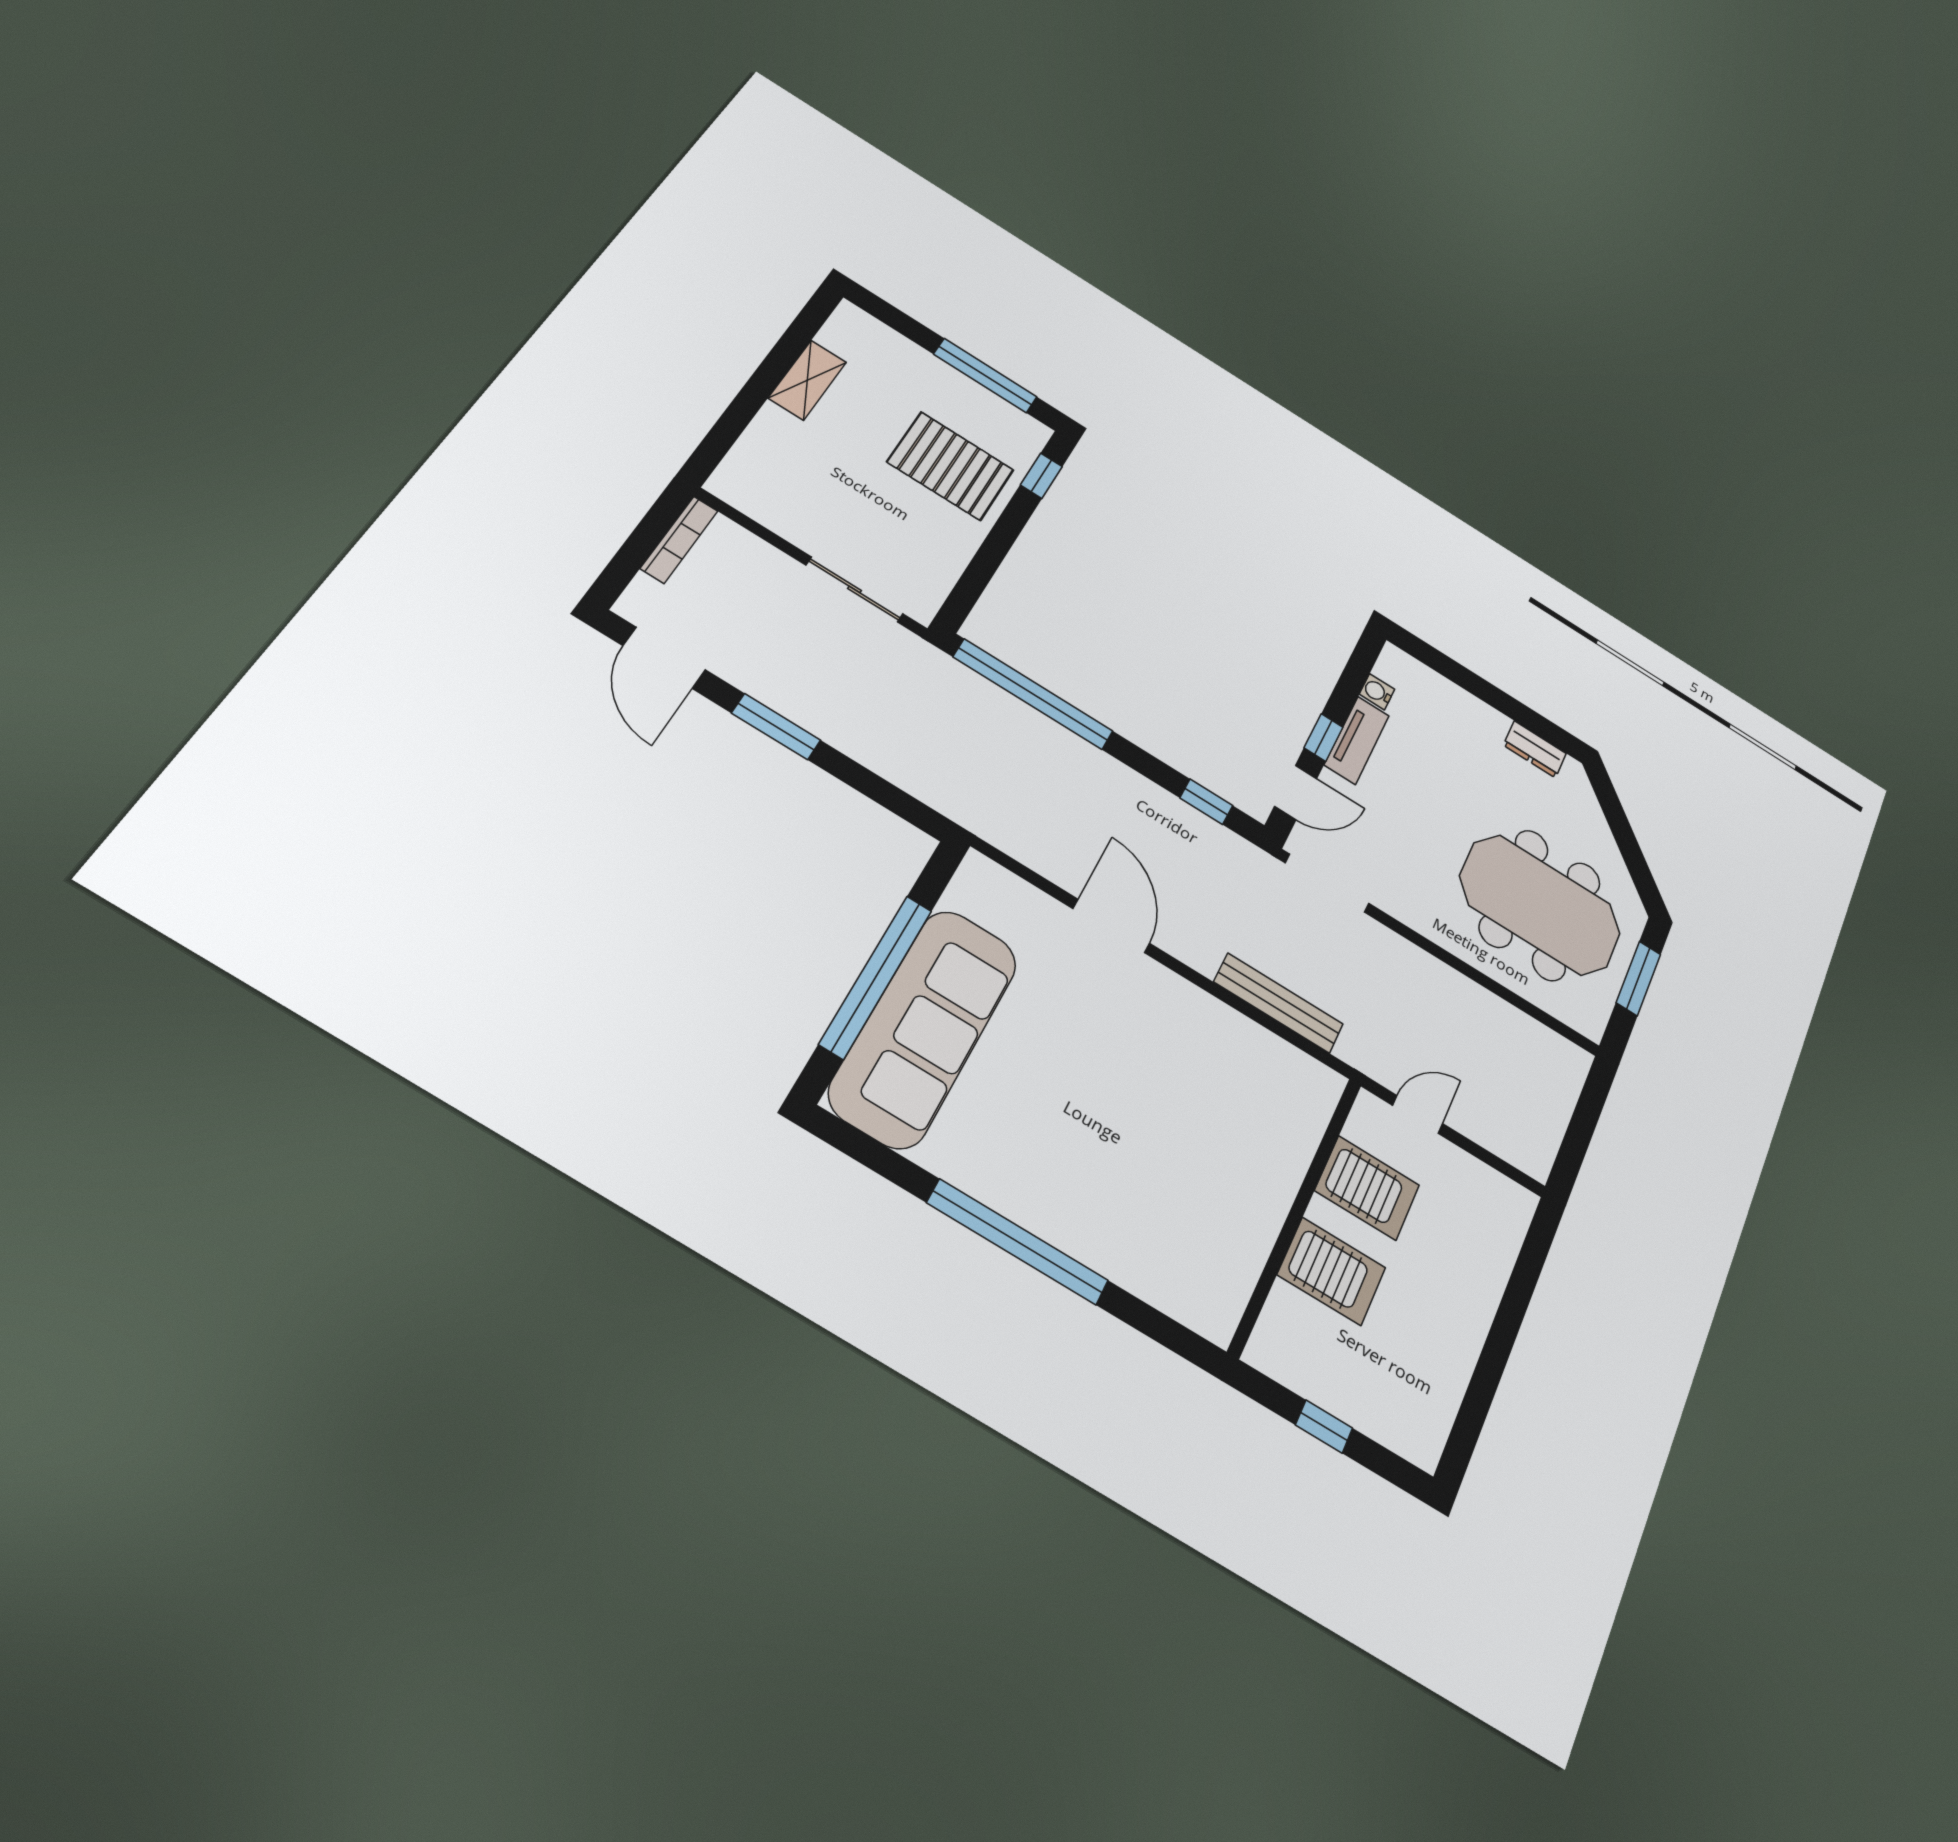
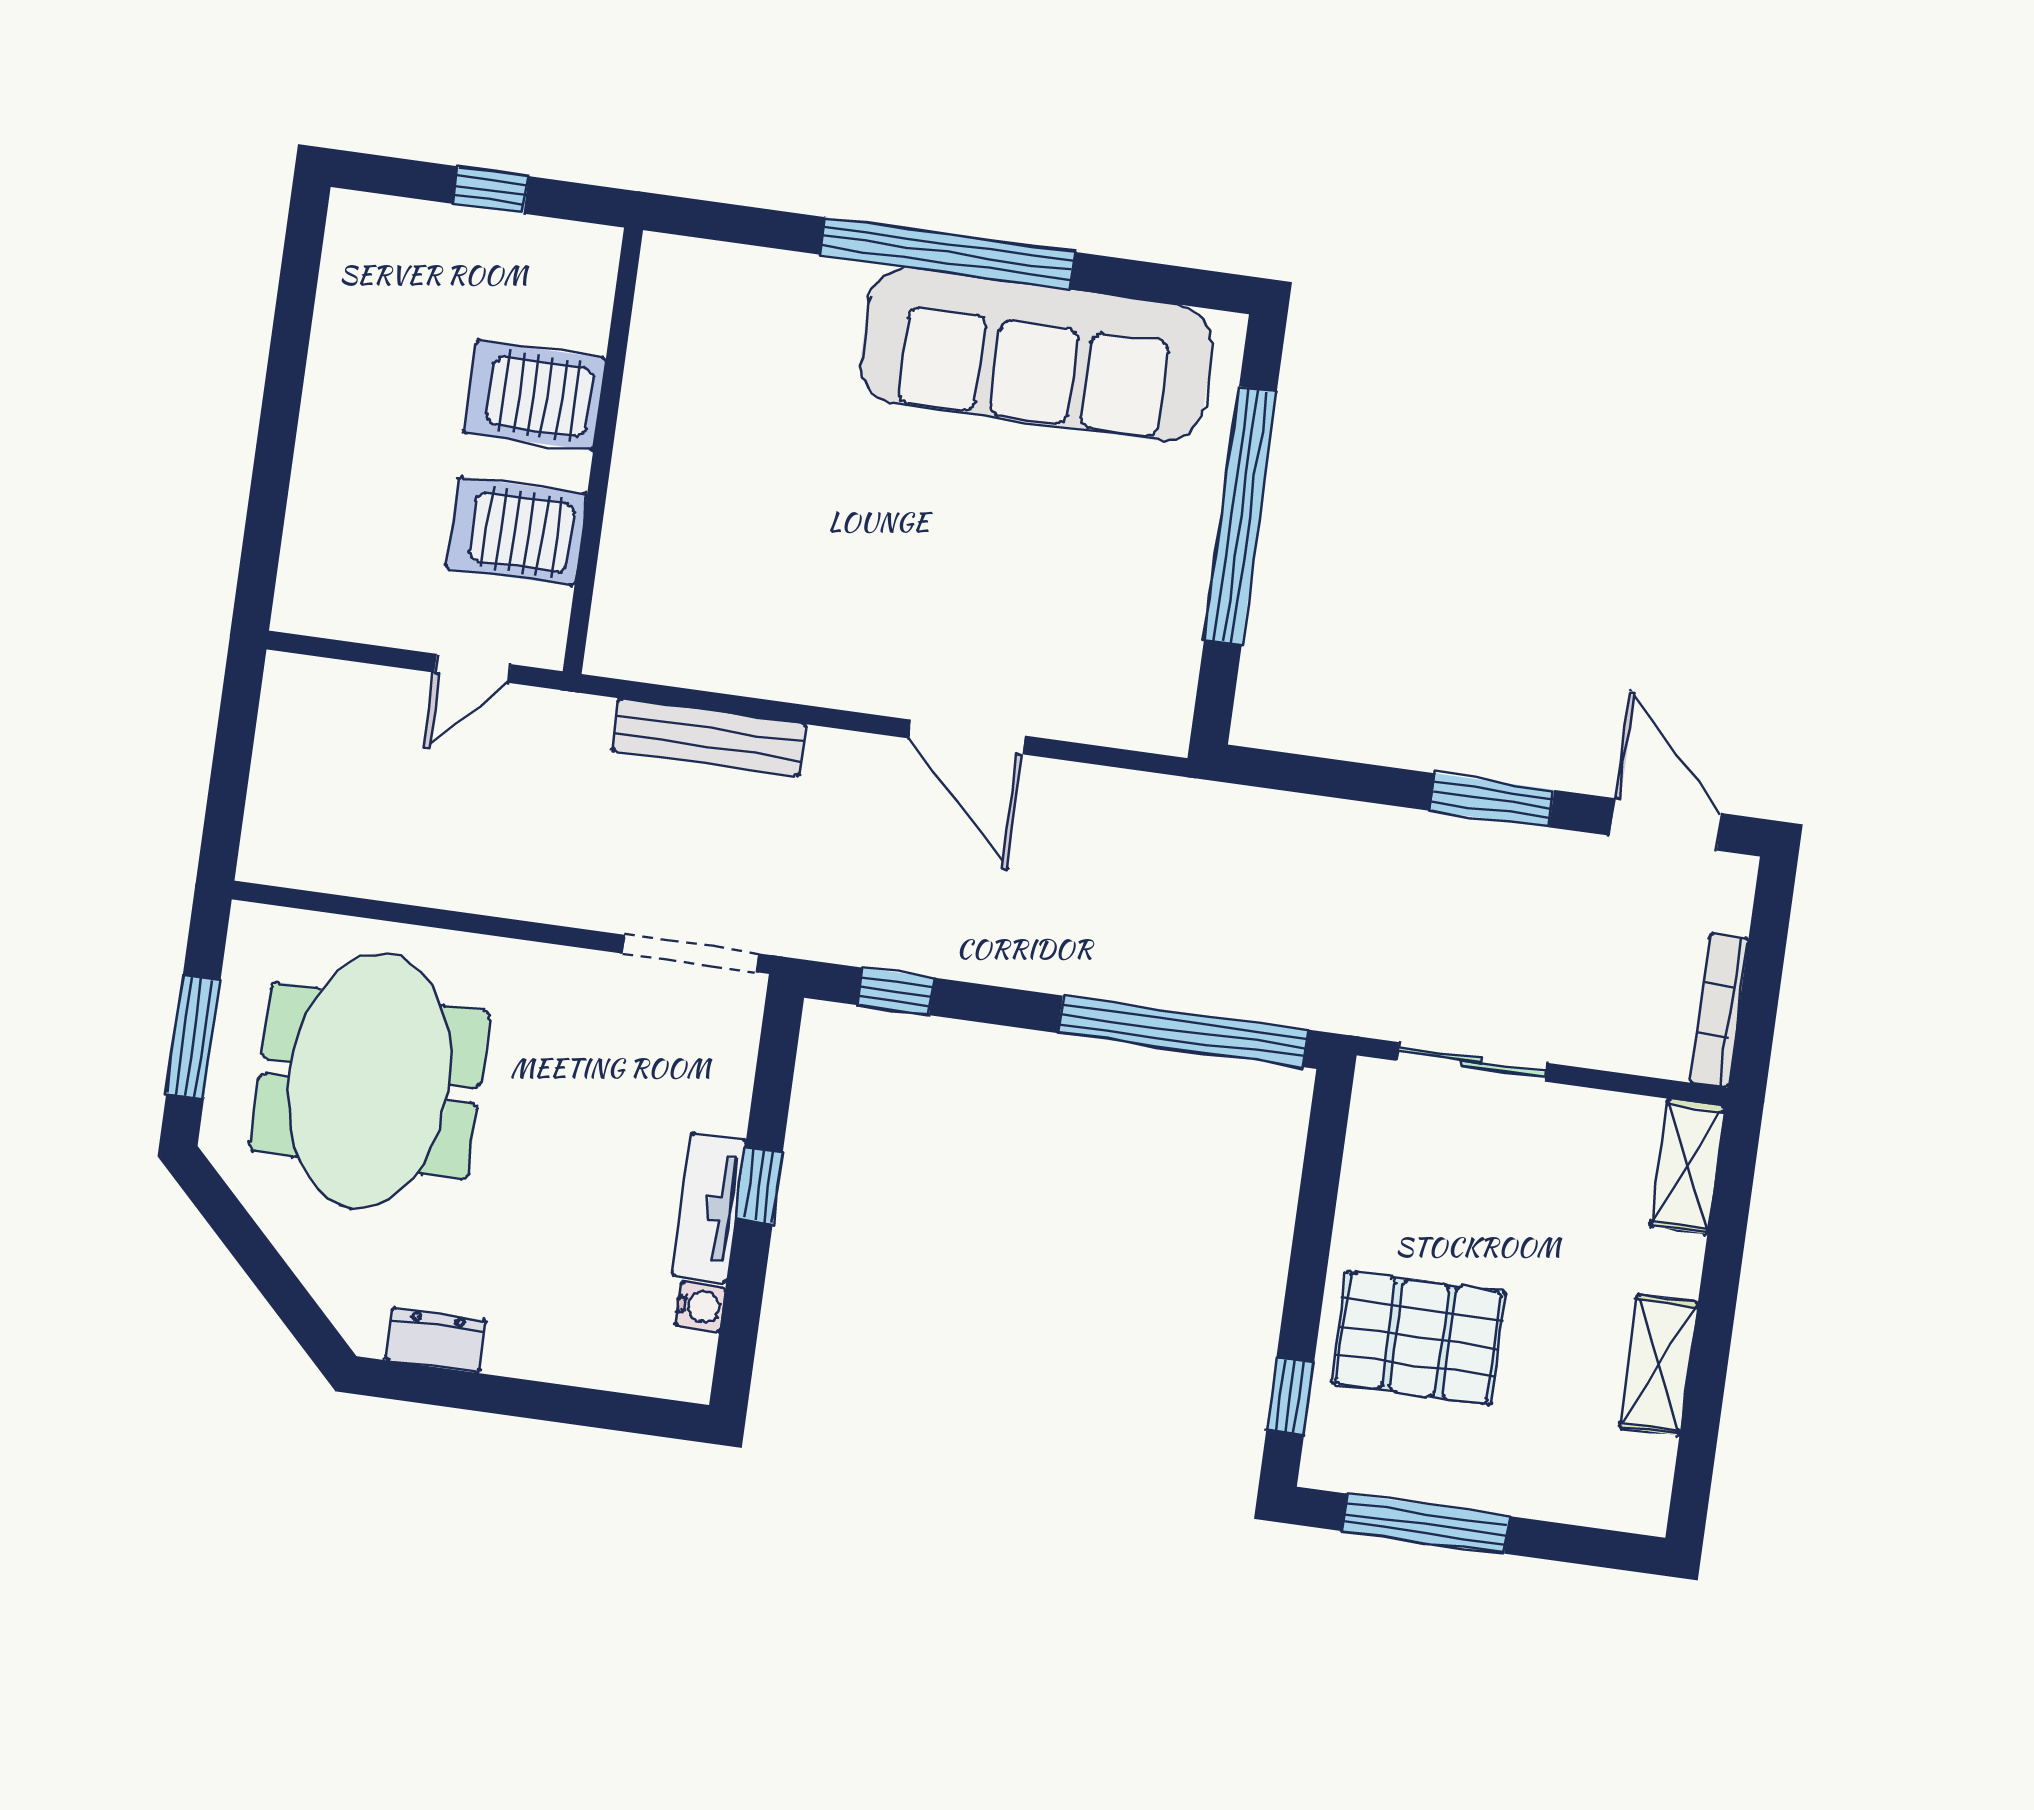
shelving: (740, 469) -> (1688, 1166), added
door: (1296, 792) -> (774, 1074), removed
meeting table: (1540, 905) -> (369, 1081), turned 90
sofa: (924, 1028) -> (1036, 354), moved, turned -90

